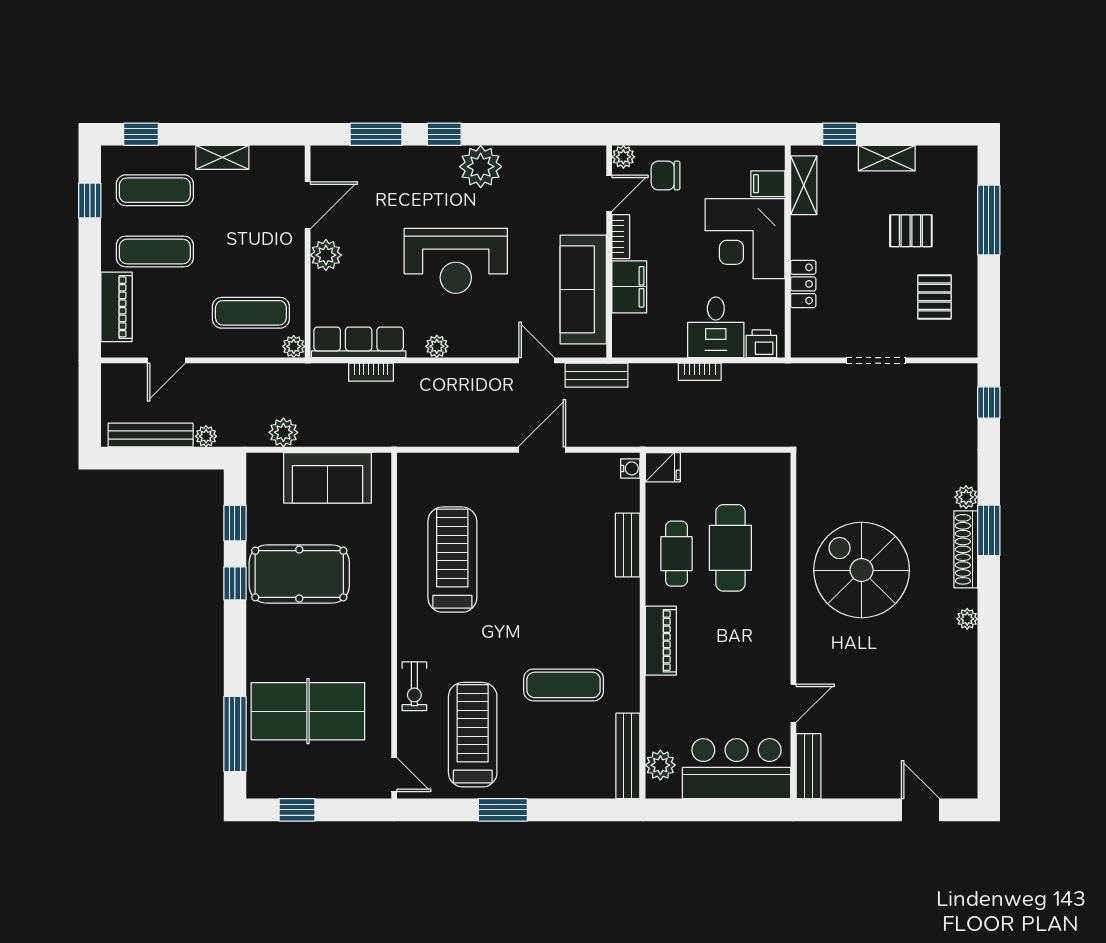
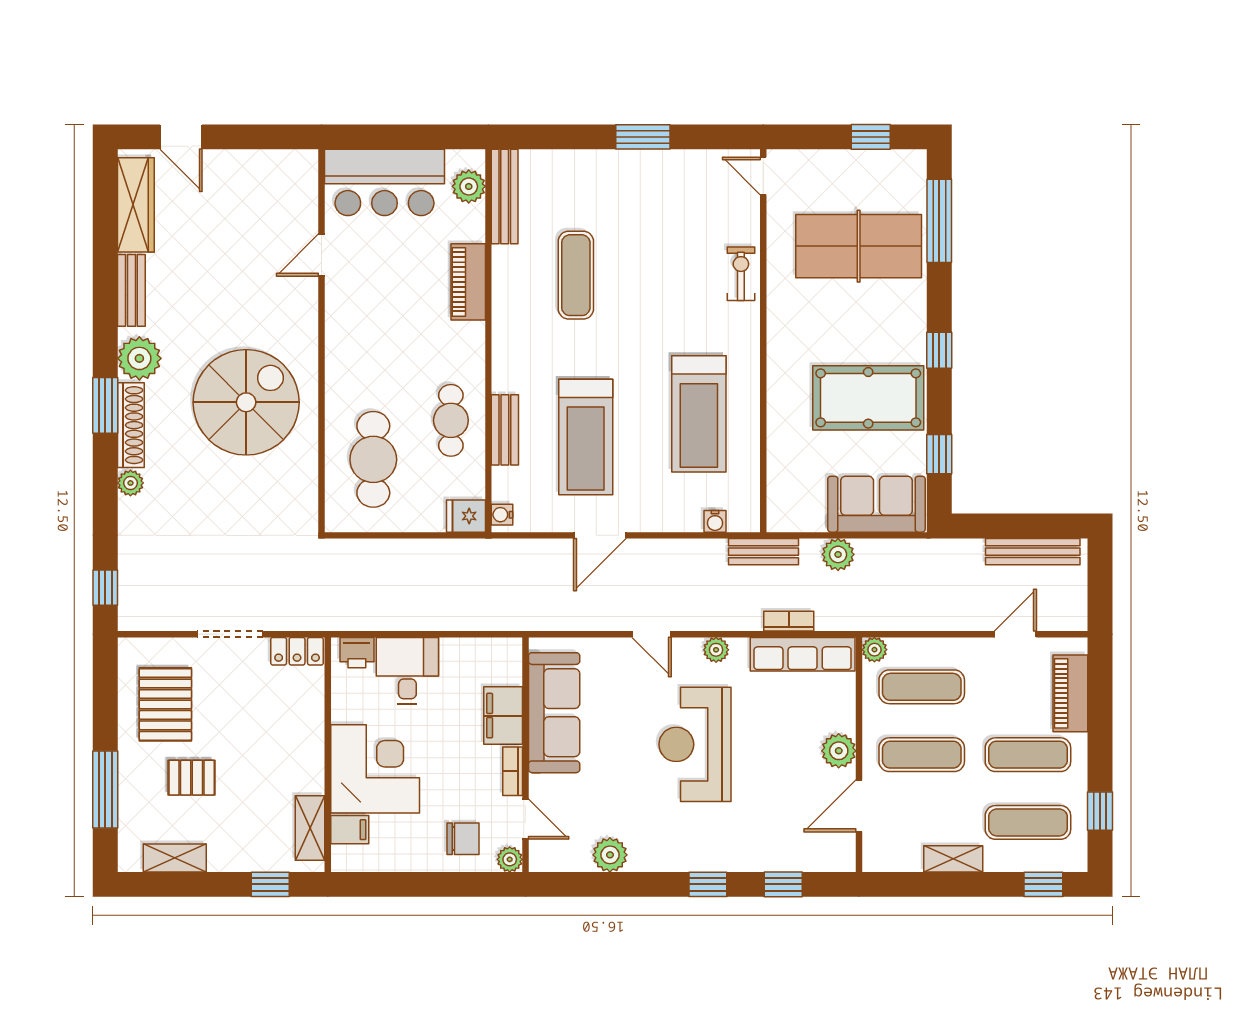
window: (376, 134) -> (783, 884), width x0.67
shelving: (887, 158) -> (175, 858), moved
plant: (481, 167) -> (610, 855), moved, width x0.73, depth x0.73
door: (609, 193) -> (525, 819), swing flipped
exercise mat: (251, 252) -> (922, 755), added
reception desk: (456, 261) -> (695, 744), turned -90
locker: (803, 284) -> (297, 651), moved, turned -90
pallet: (935, 297) -> (165, 704), width x1.50, depth x1.42
door: (537, 360) -> (652, 634), moved
bookcase: (700, 372) -> (425, 622), removed
bench: (597, 375) -> (764, 552), moved
plant: (283, 432) -> (838, 554), moved
plant: (206, 436) -> (971, 550), removed
water cooler: (438, 462) -> (715, 521), added
sofa: (328, 478) -> (876, 504), moved
window: (989, 530) -> (105, 405), moved
cafe table: (730, 548) -> (373, 459), moved
spiral stairs: (862, 570) -> (246, 402), turned -90
window: (235, 583) -> (939, 350), moved
plant: (967, 619) -> (139, 358), width x1.87, depth x1.87
piano: (661, 641) -> (468, 282), moved
exercise mat: (564, 685) -> (576, 275), turned 90
treadmill: (473, 735) -> (586, 437), moved
wardrobe: (961, 748) -> (136, 205), added
bench: (809, 766) -> (131, 290), moved

